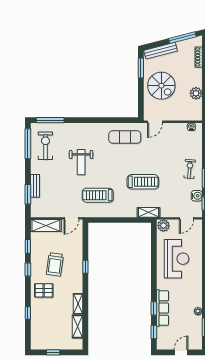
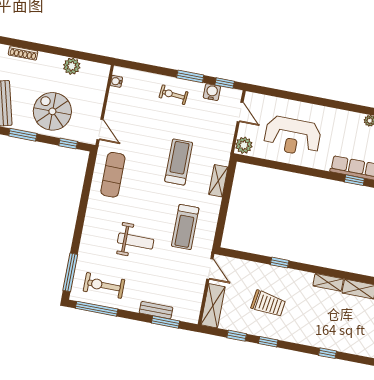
spiral stairs: (161, 86) -> (52, 111), turned -90
window: (141, 101) -> (68, 144), added
shelving: (148, 212) -> (218, 181), moved
reception desk: (177, 259) -> (293, 136), turned 180
pallet: (44, 290) -> (301, 326), removed

